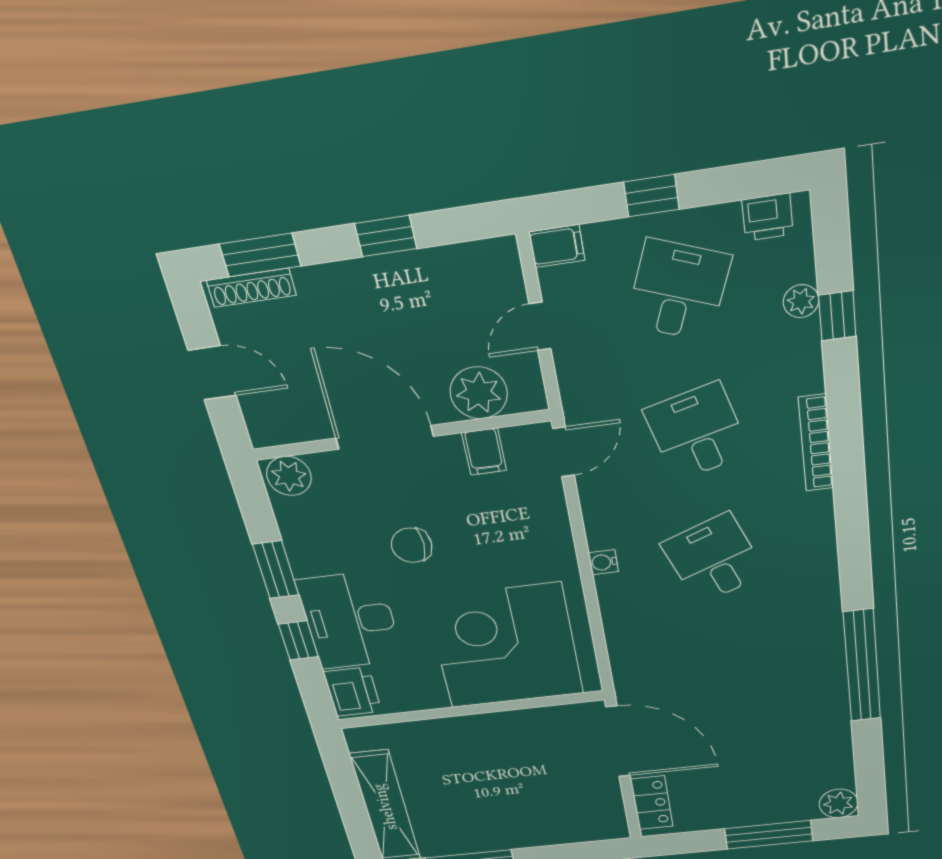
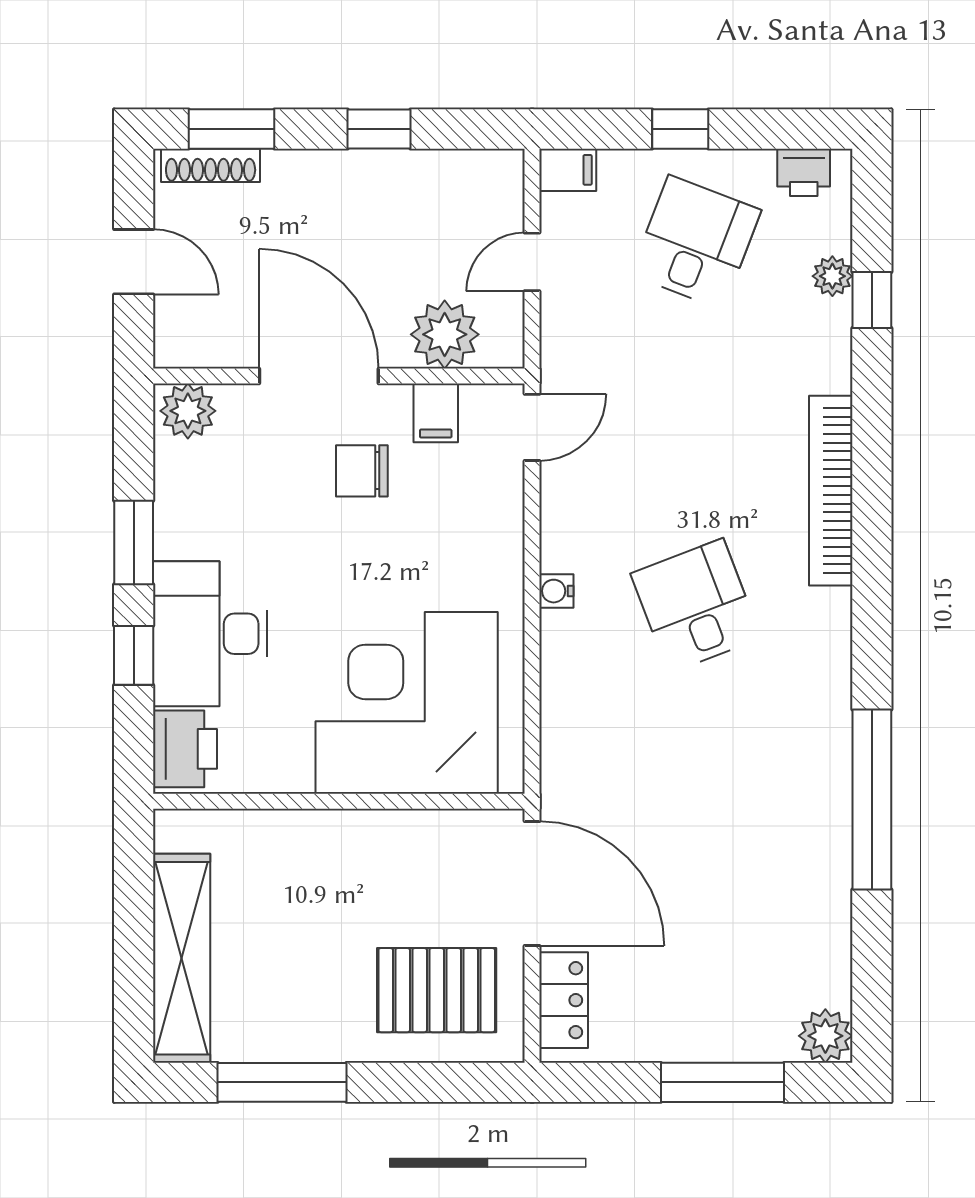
desk: (697, 432) -> (696, 424), removed
bookcase: (816, 443) -> (831, 491), width x1.48, depth x1.31
chair: (412, 545) -> (362, 471), moved
pallet: (563, 806) -> (437, 990), added

